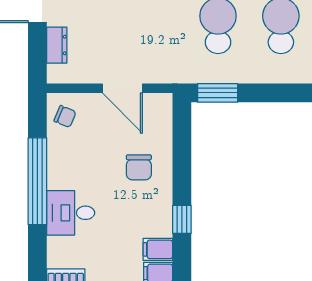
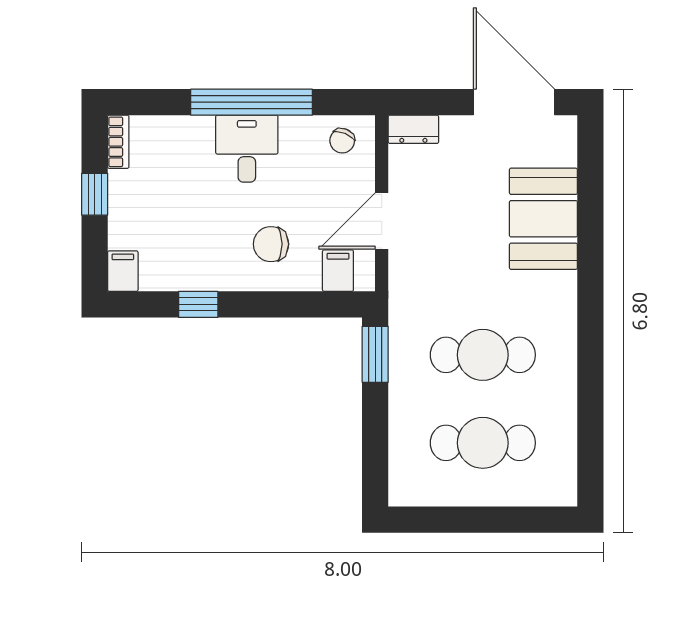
dresser: (57, 45) -> (413, 129), moved
desk: (71, 213) -> (247, 149), moved
filing cabinet: (158, 249) -> (338, 271), moved

